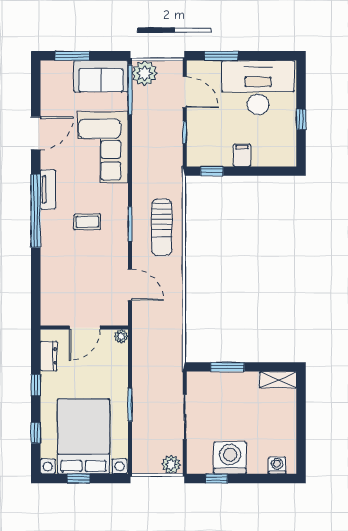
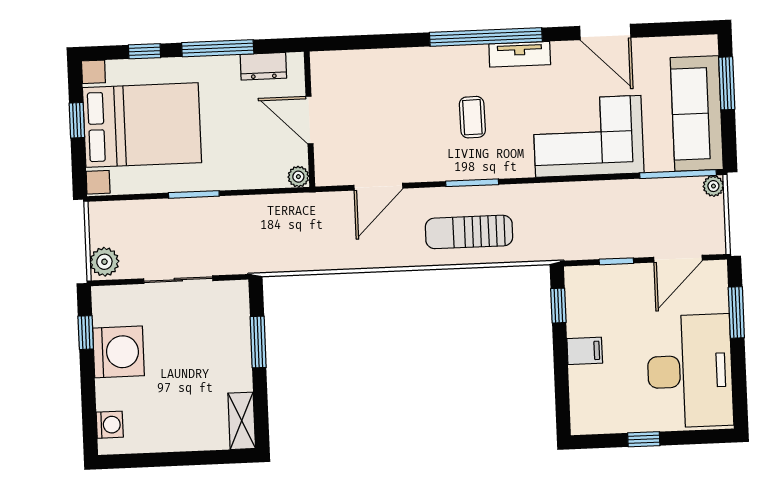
plant: (145, 73) -> (713, 186), width x0.53, depth x0.53
sofa: (101, 76) -> (697, 114), width x1.36
window: (36, 385) -> (218, 48), width x2.17

